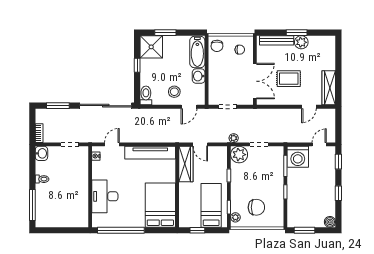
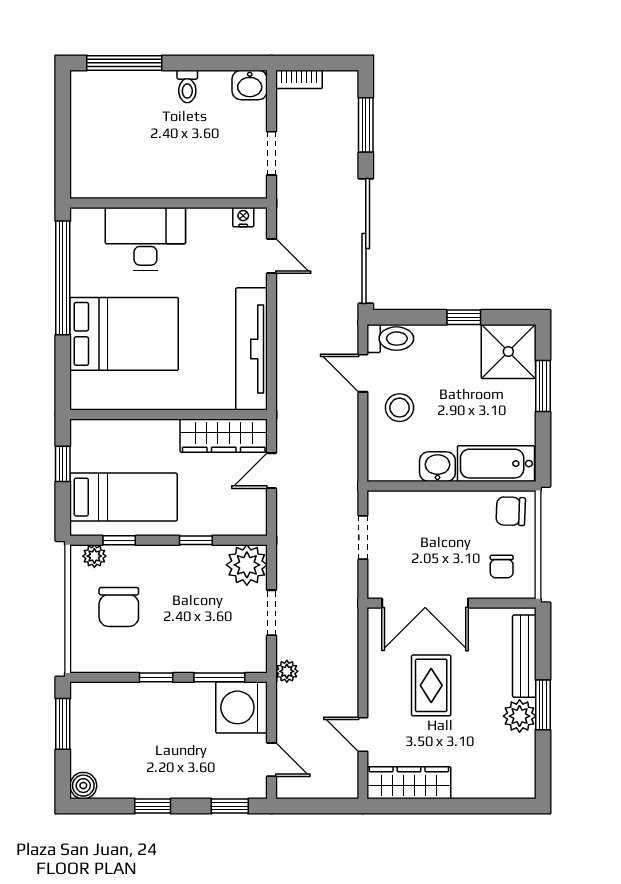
door: (189, 107) -> (363, 373), moved
plant: (234, 138) -> (287, 671), moved
bed: (160, 205) -> (124, 334), moved

